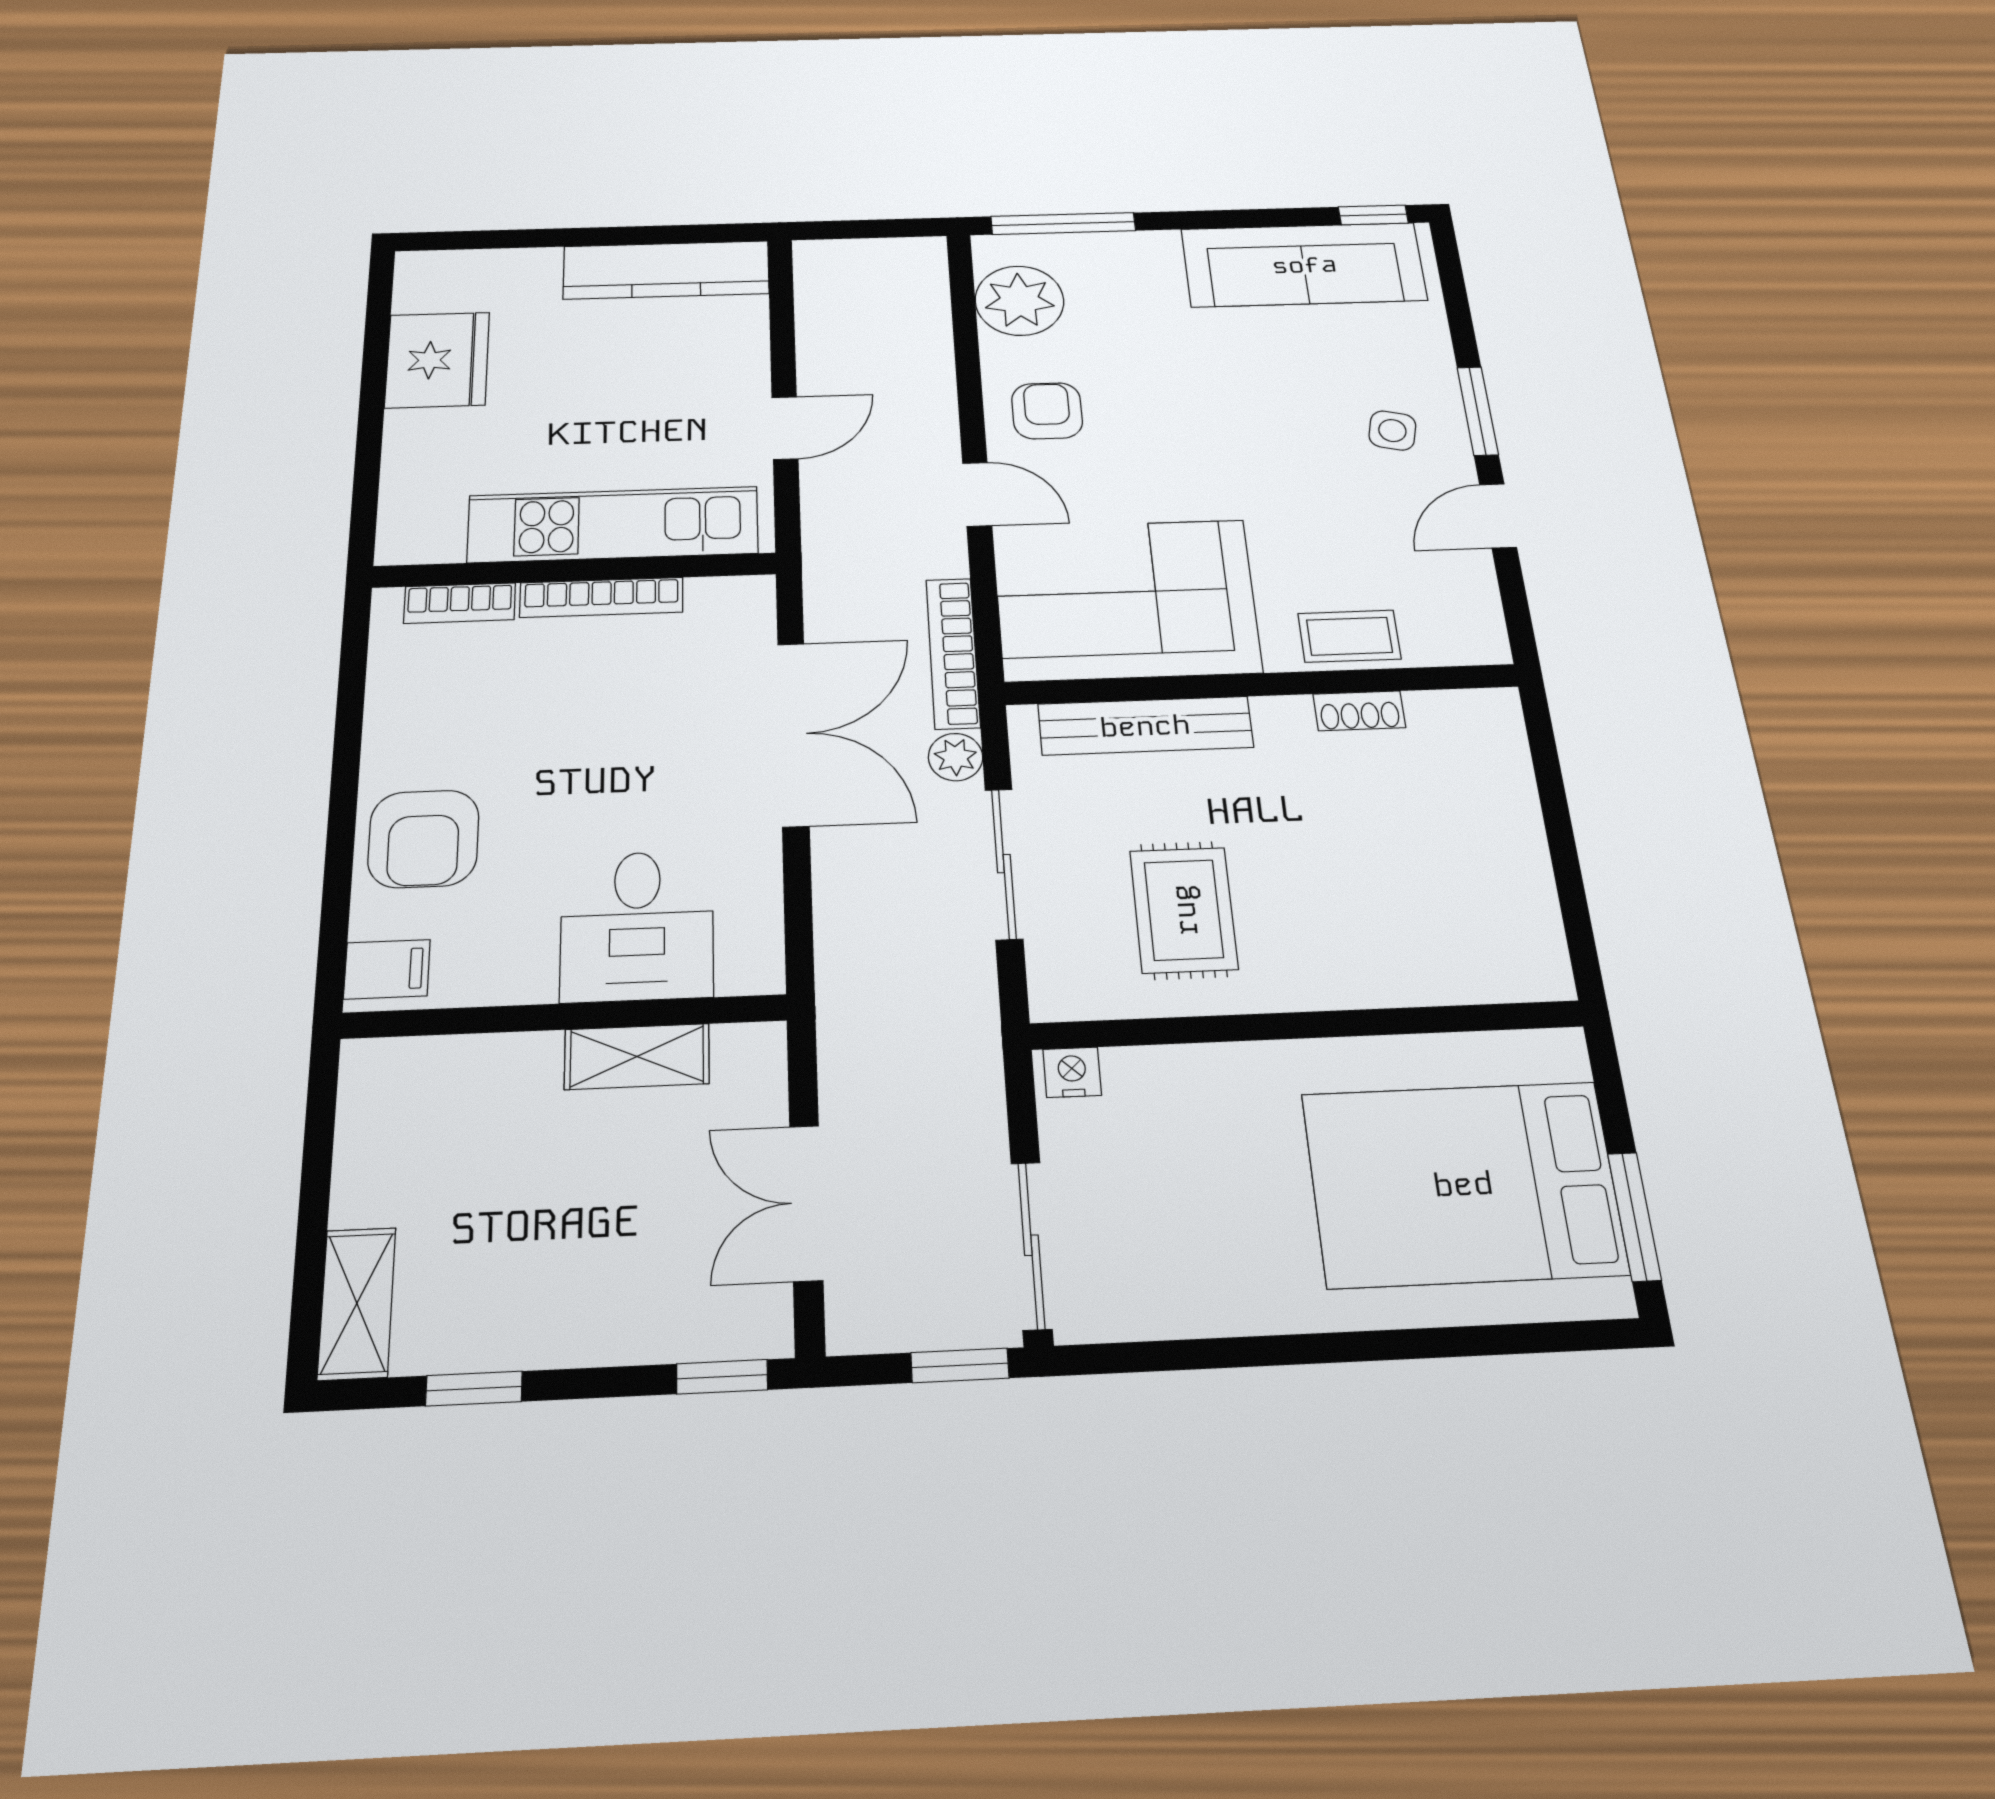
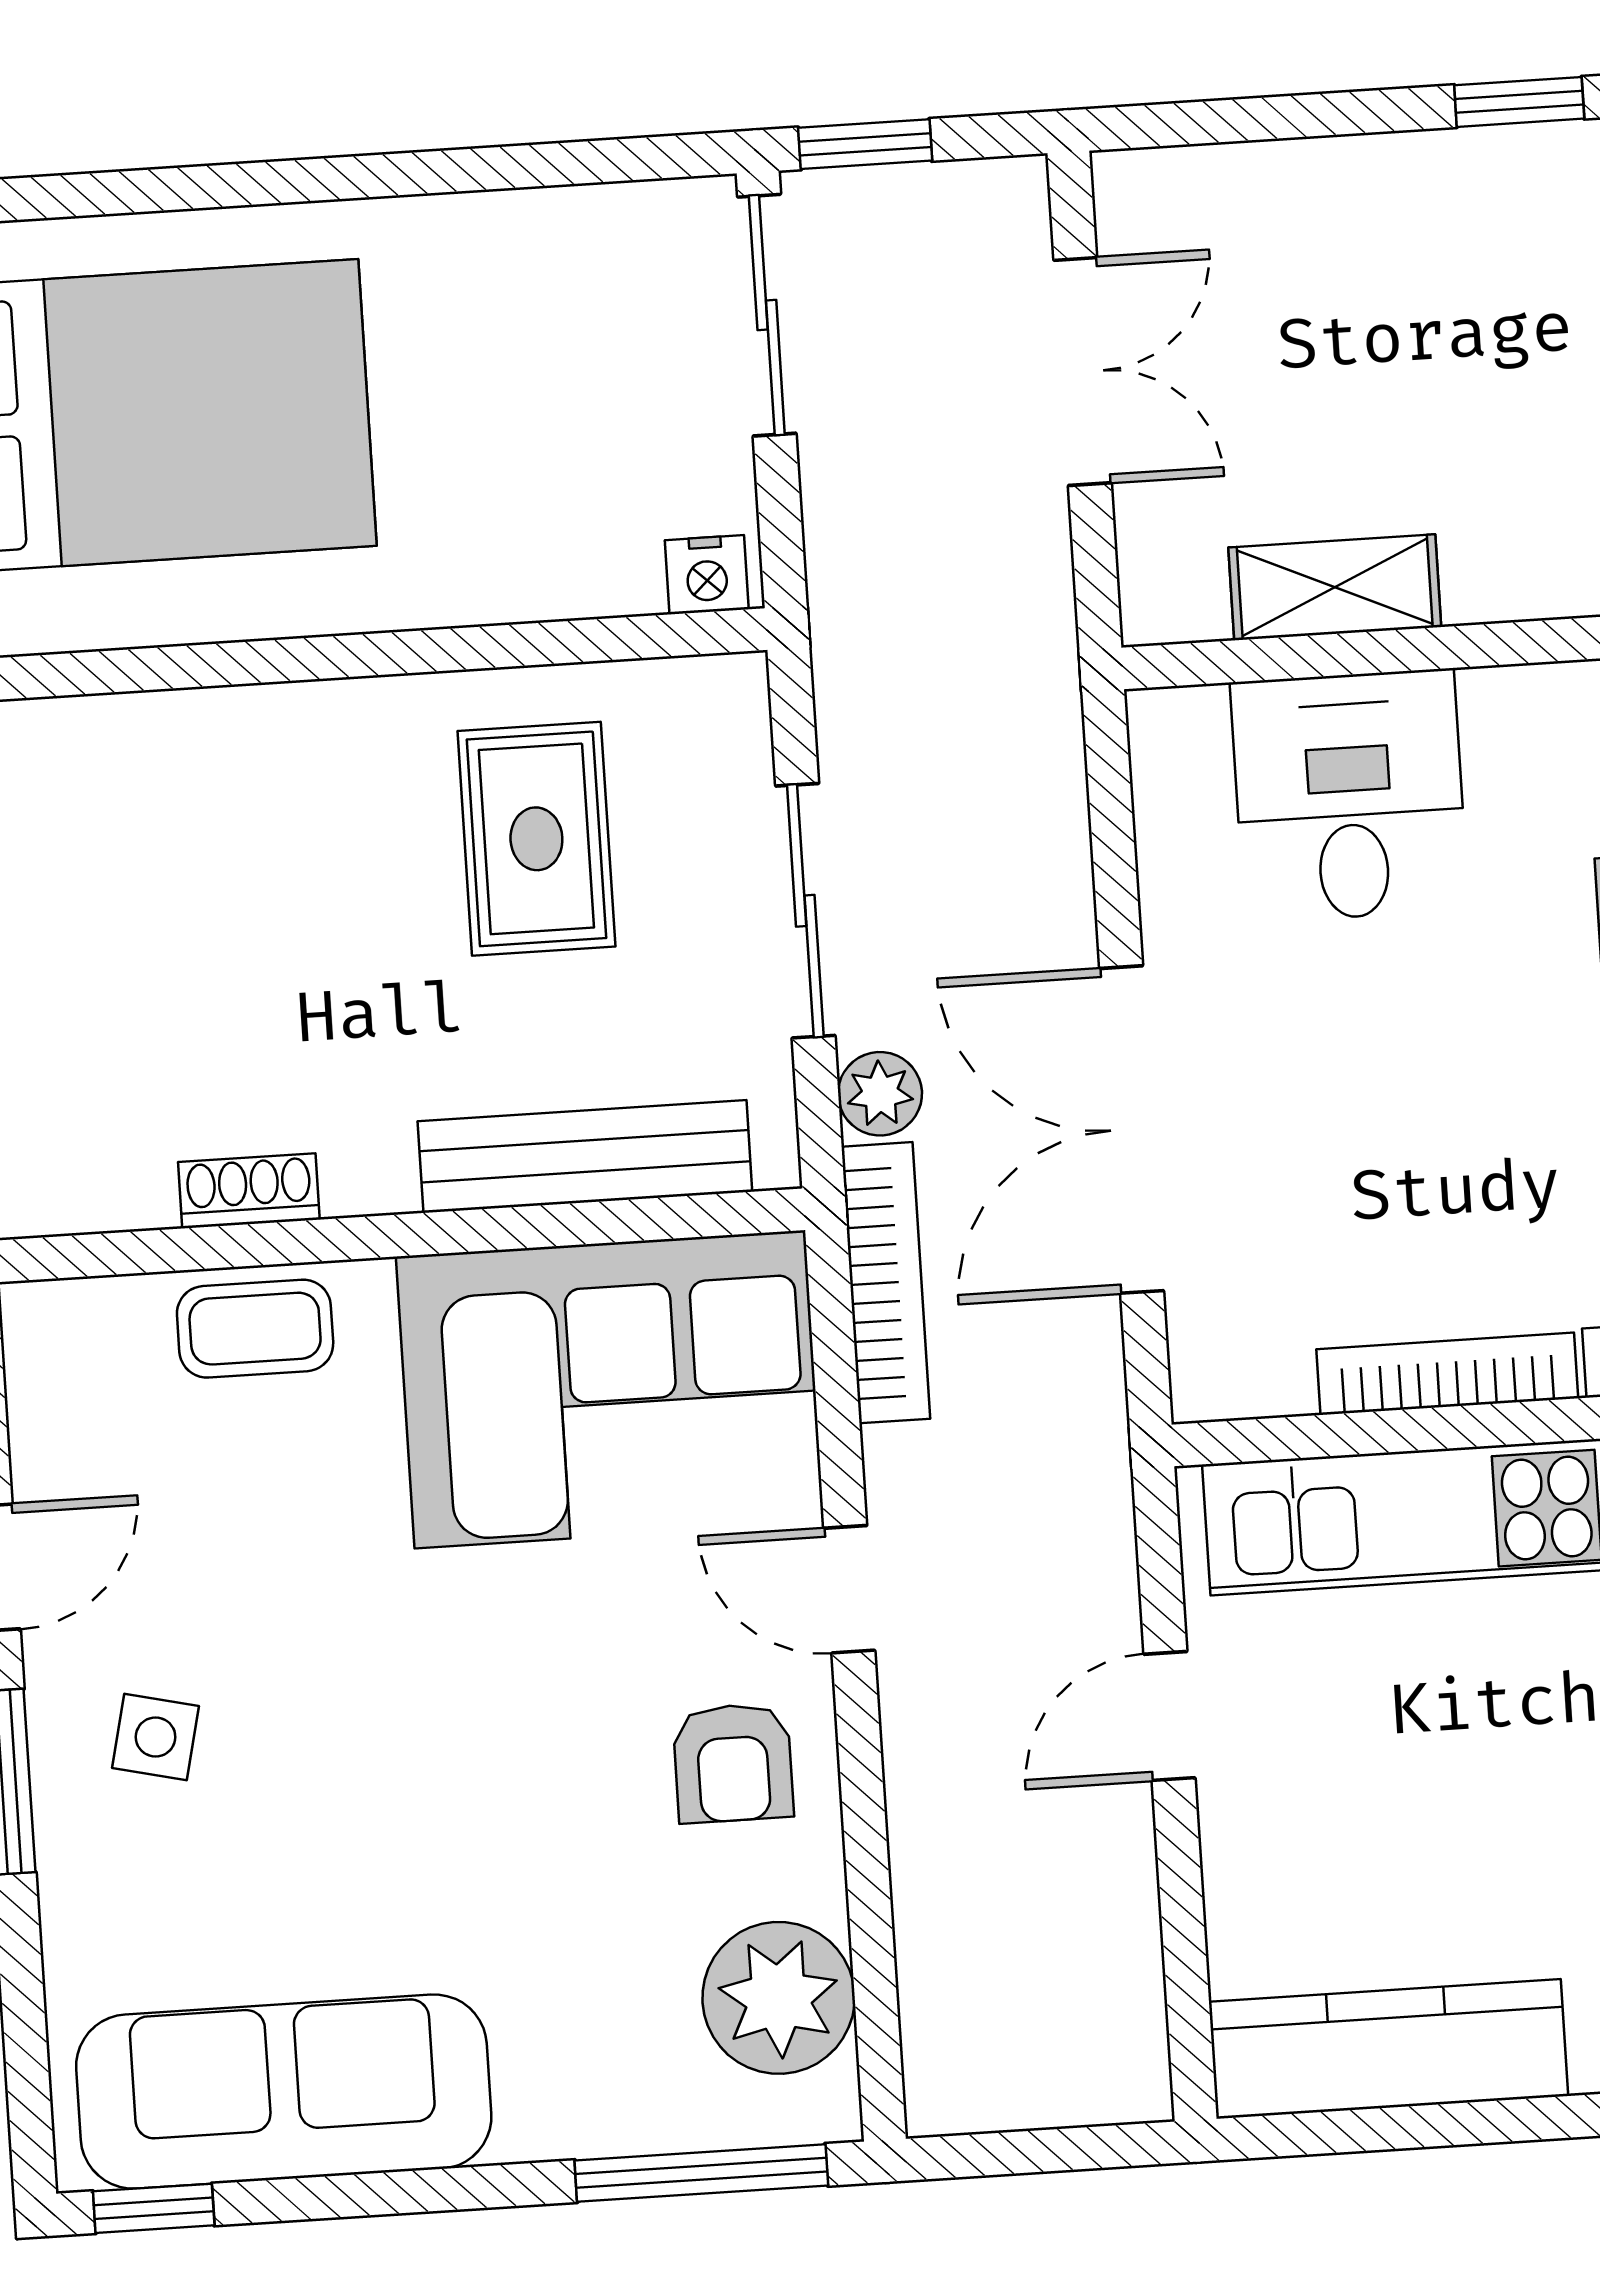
window: (722, 1377) -> (1187, 123), removed

